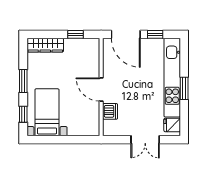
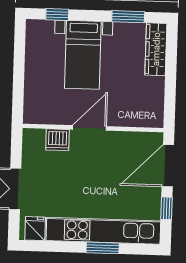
window: (75, 34) -> (170, 93), removed
window: (23, 81) -> (128, 17), moved
window: (184, 88) -> (103, 248), moved
bed with nightstands: (47, 112) -> (83, 55), moved, turned 90

